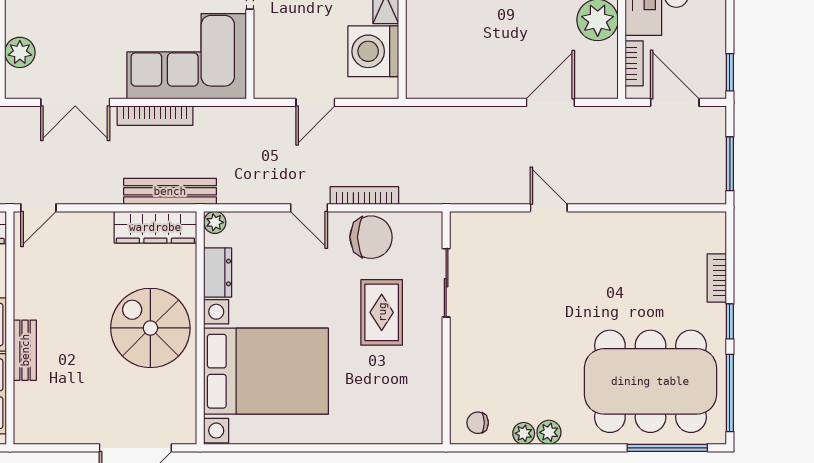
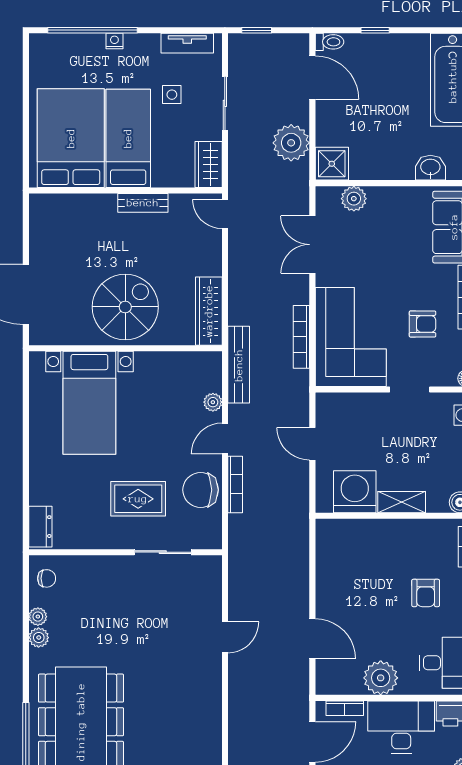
bookcase: (155, 116) -> (301, 337), moved
bench: (170, 191) -> (239, 365), moved
plant: (215, 222) -> (213, 402), moved
chair: (371, 237) -> (201, 490), turned 90
dresser: (218, 272) -> (40, 527), moved, turned -90
bench: (25, 350) -> (143, 203), moved
bed with nightstands: (266, 371) -> (89, 403), width x0.73
chair: (478, 423) -> (47, 578), turned 90

